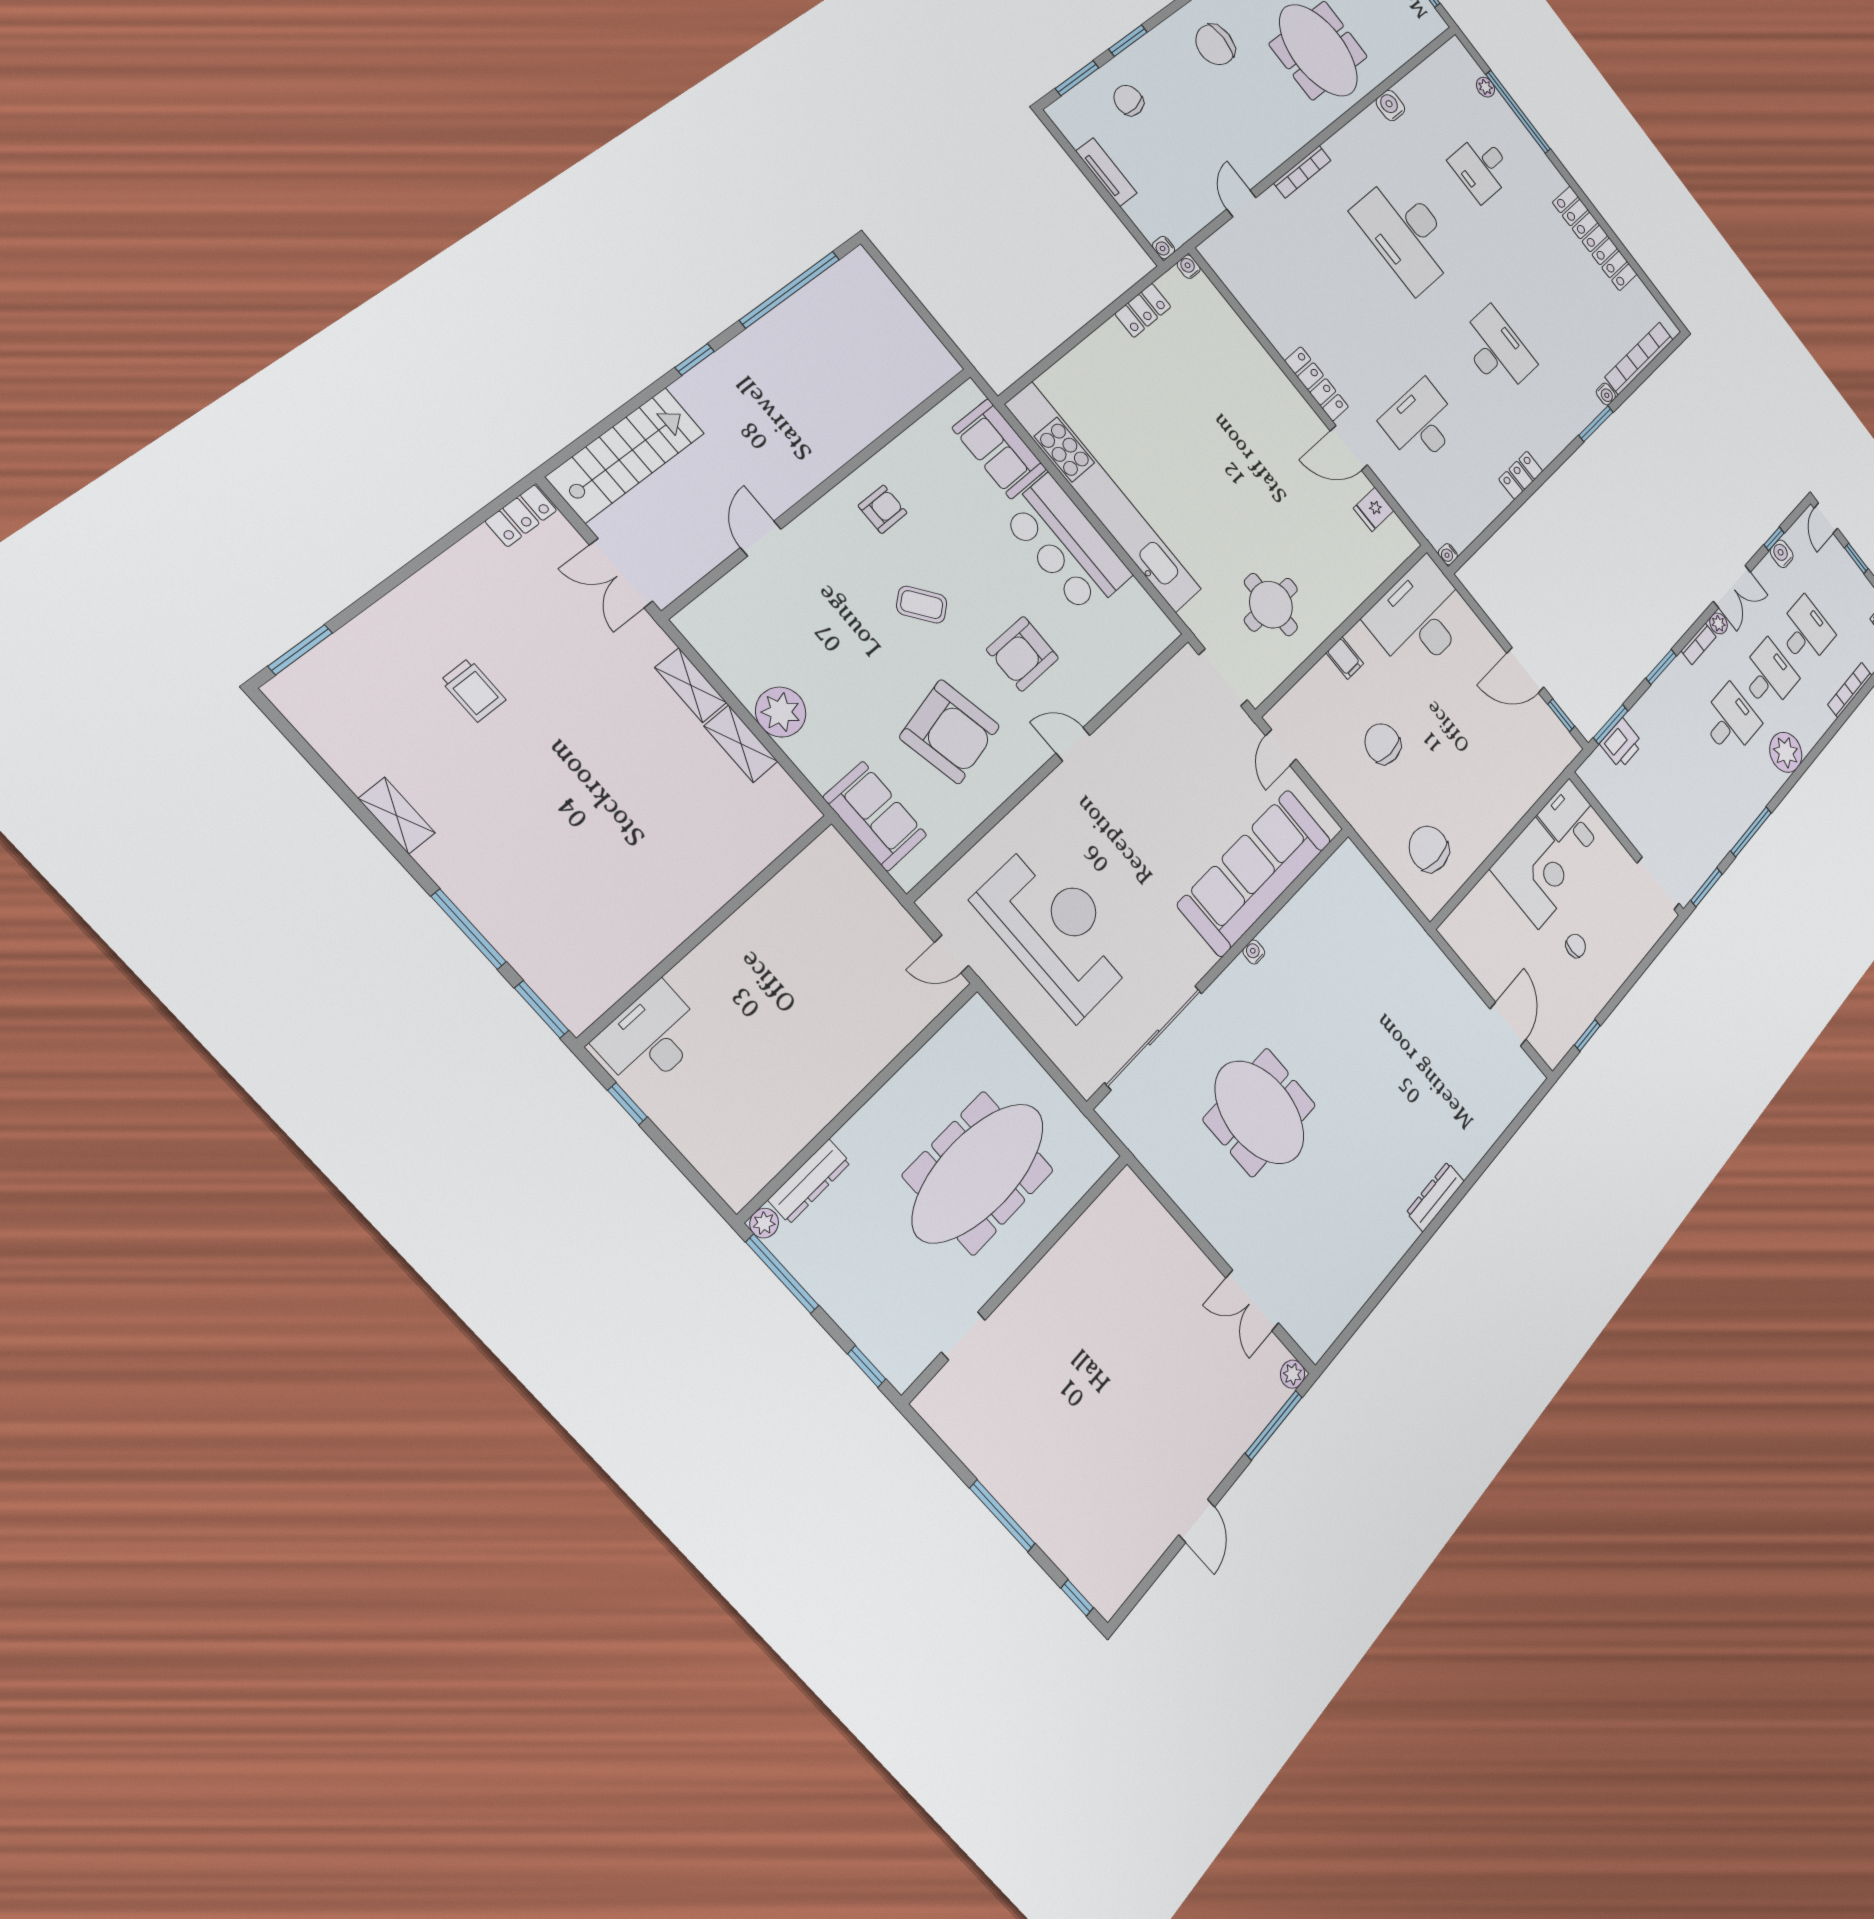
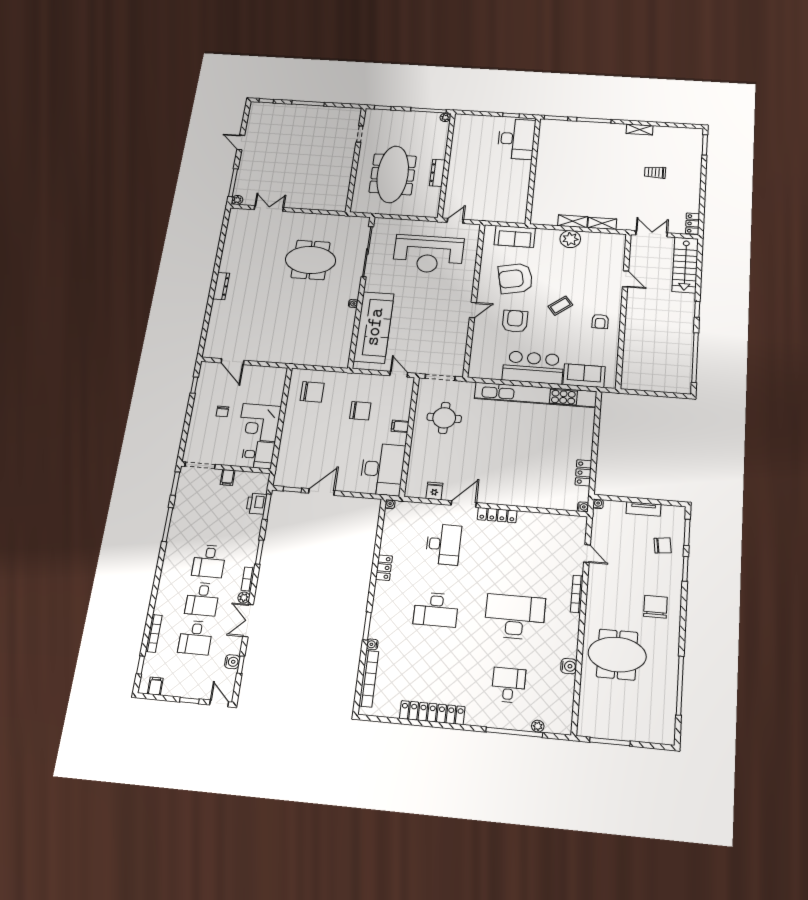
plant: (1786, 752) -> (171, 574), removed
filing cabinet: (1634, 825) -> (228, 477), added
desk: (650, 1037) -> (516, 139), width x1.36, depth x1.30
dresser: (809, 1181) -> (437, 173), moved

